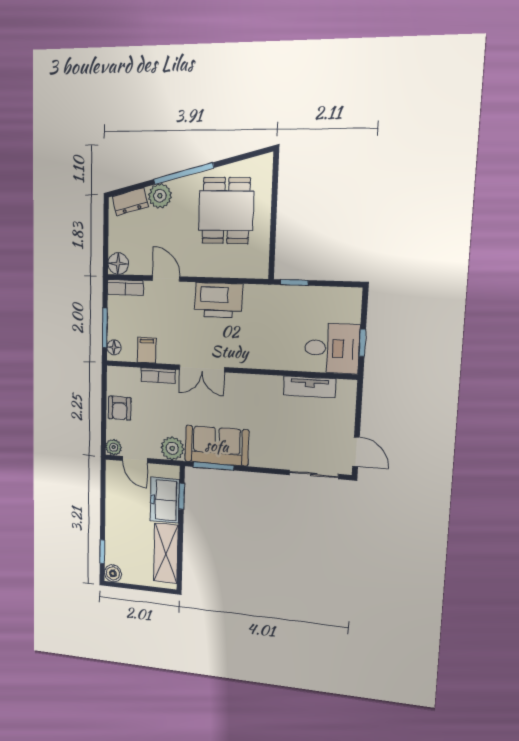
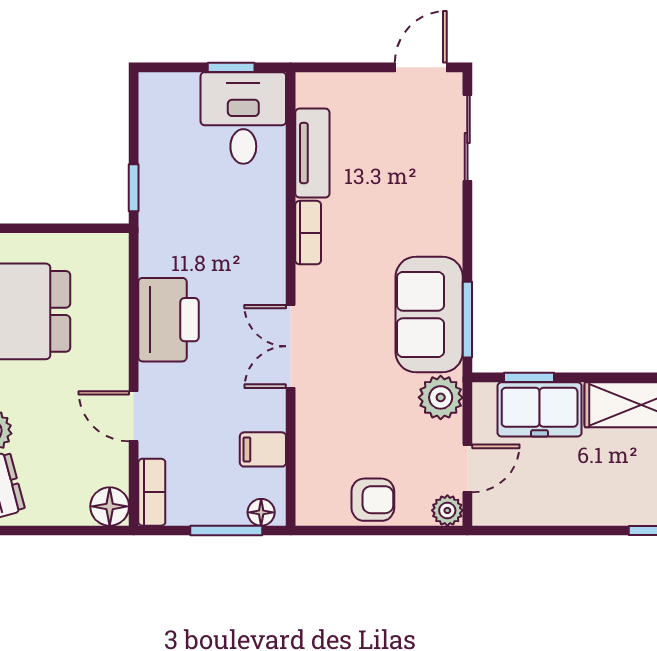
door: (166, 279) -> (134, 416), hinge flipped
double door: (202, 368) -> (291, 346), swing flipped
bookcase: (158, 376) -> (308, 233), moved

